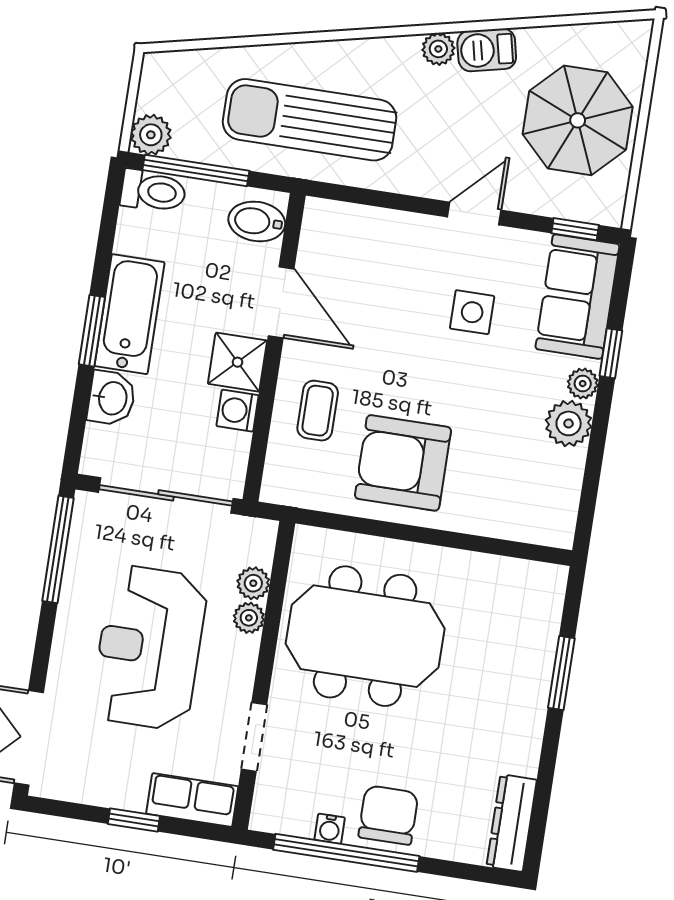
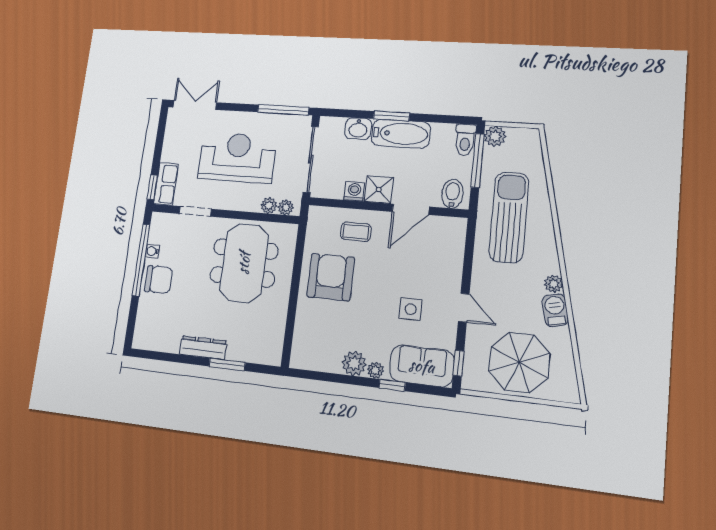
plant: (249, 618) -> (286, 207), moved
window: (134, 820) -> (152, 187), moved
dresser: (512, 823) -> (203, 348), moved

